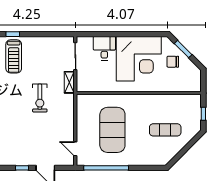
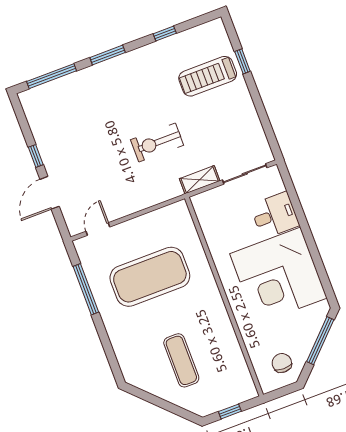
window: (183, 49) -> (320, 341), width x1.44
chair: (173, 62) -> (282, 363), moved
window: (106, 168) -> (86, 289), width x0.68

